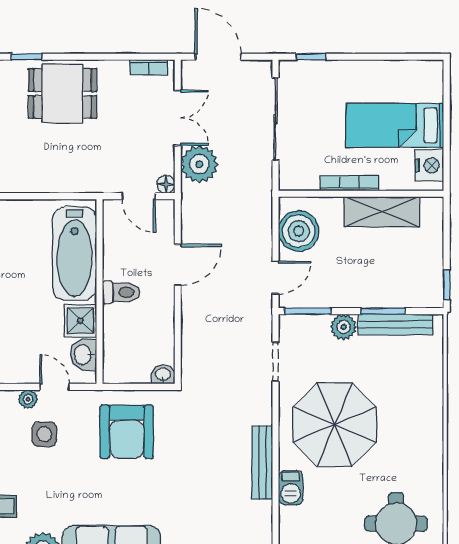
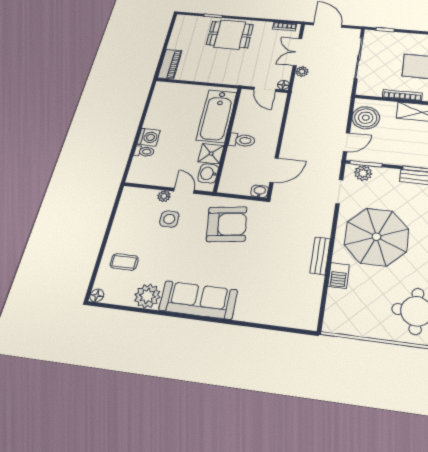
double door: (178, 118) -> (297, 52), swing flipped
plant: (199, 164) -> (302, 72), width x0.53, depth x0.53
door: (178, 265) -> (274, 170), moved
plant: (343, 327) -> (363, 173), moved
armchair: (127, 432) -> (227, 224), turned -98
bench: (262, 463) -> (320, 256), width x0.73

